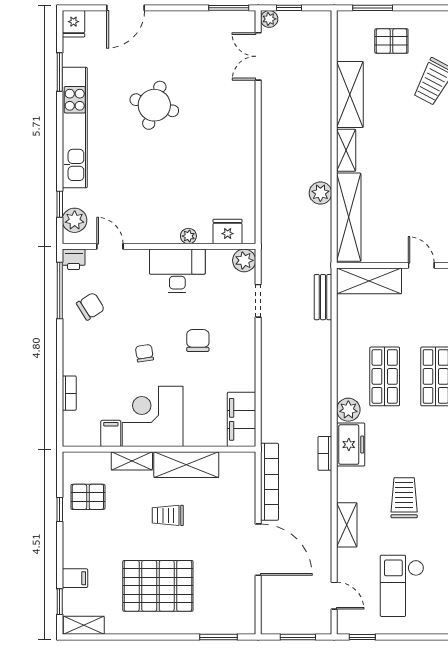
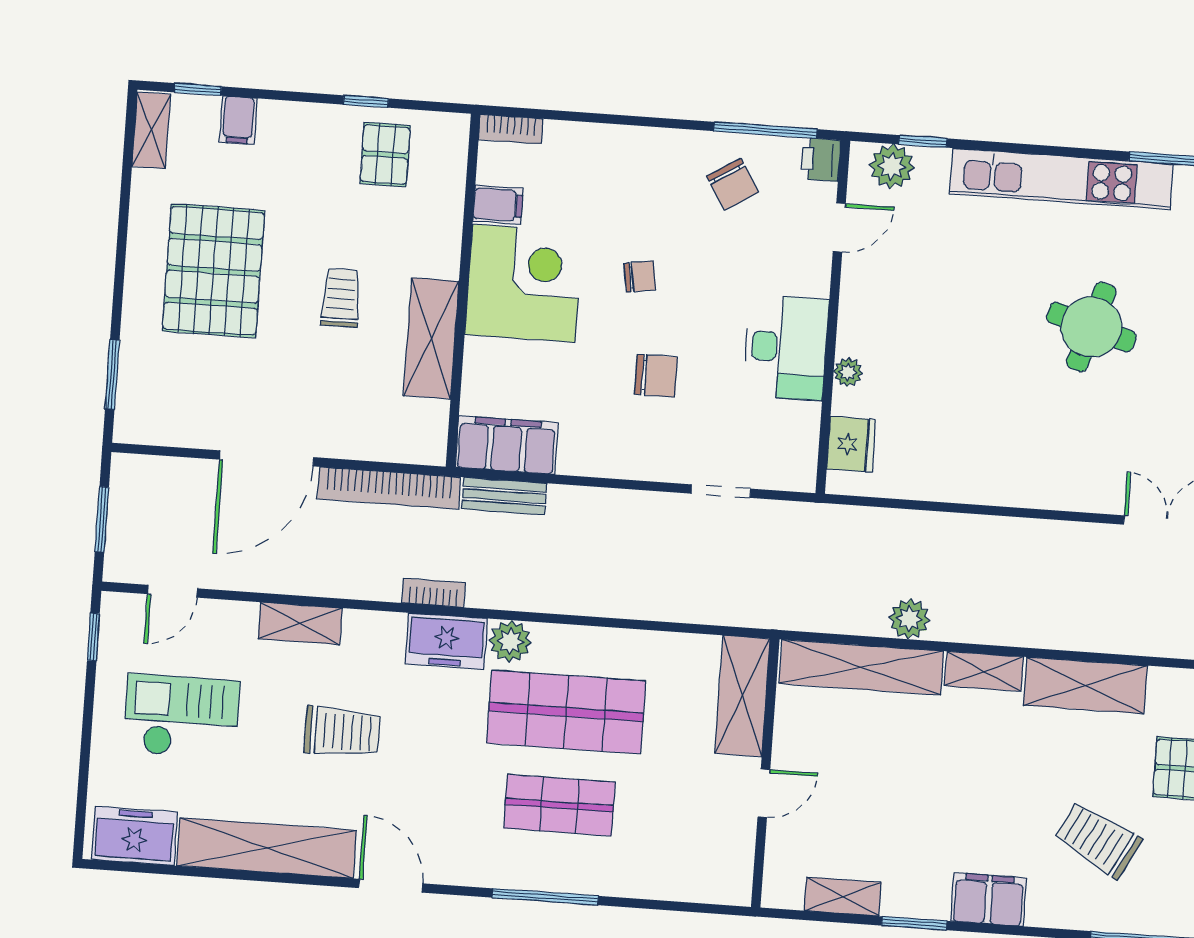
plant: (244, 260) -> (796, 471), removed
bench: (323, 297) -> (504, 496), moved
shop shelf: (385, 376) -> (566, 712), width x1.43, depth x1.36
bookcase: (69, 393) -> (511, 129), moved
shelving: (132, 461) -> (445, 239), removed

